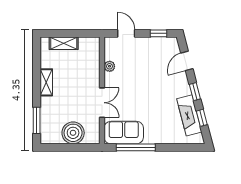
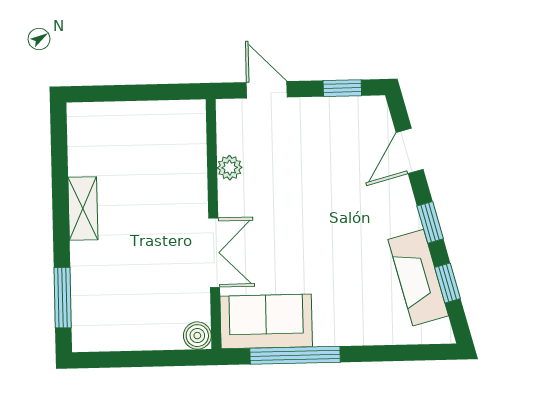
shelving: (64, 43) -> (122, 116), removed
boiler: (73, 133) -> (197, 336), moved, width x0.54, depth x0.54

